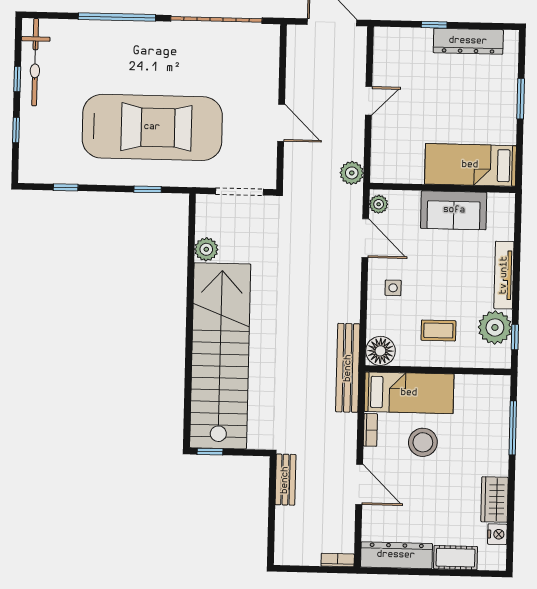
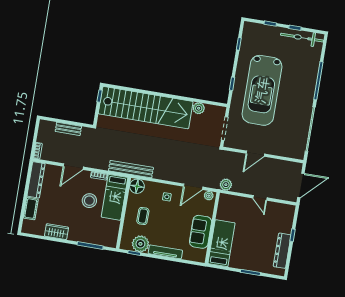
bench: (285, 480) -> (68, 129), moved
nightstand: (497, 534) -> (39, 231), removed

